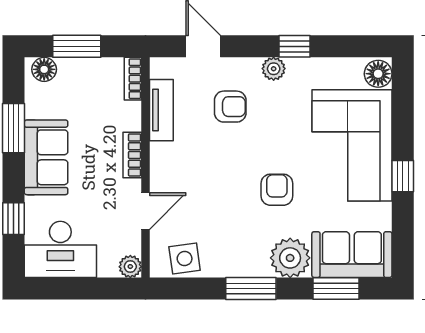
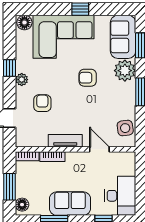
tv unit: (161, 110) -> (65, 141), moved
bookcase: (132, 155) -> (52, 157), moved
plant: (130, 267) -> (130, 158), removed

